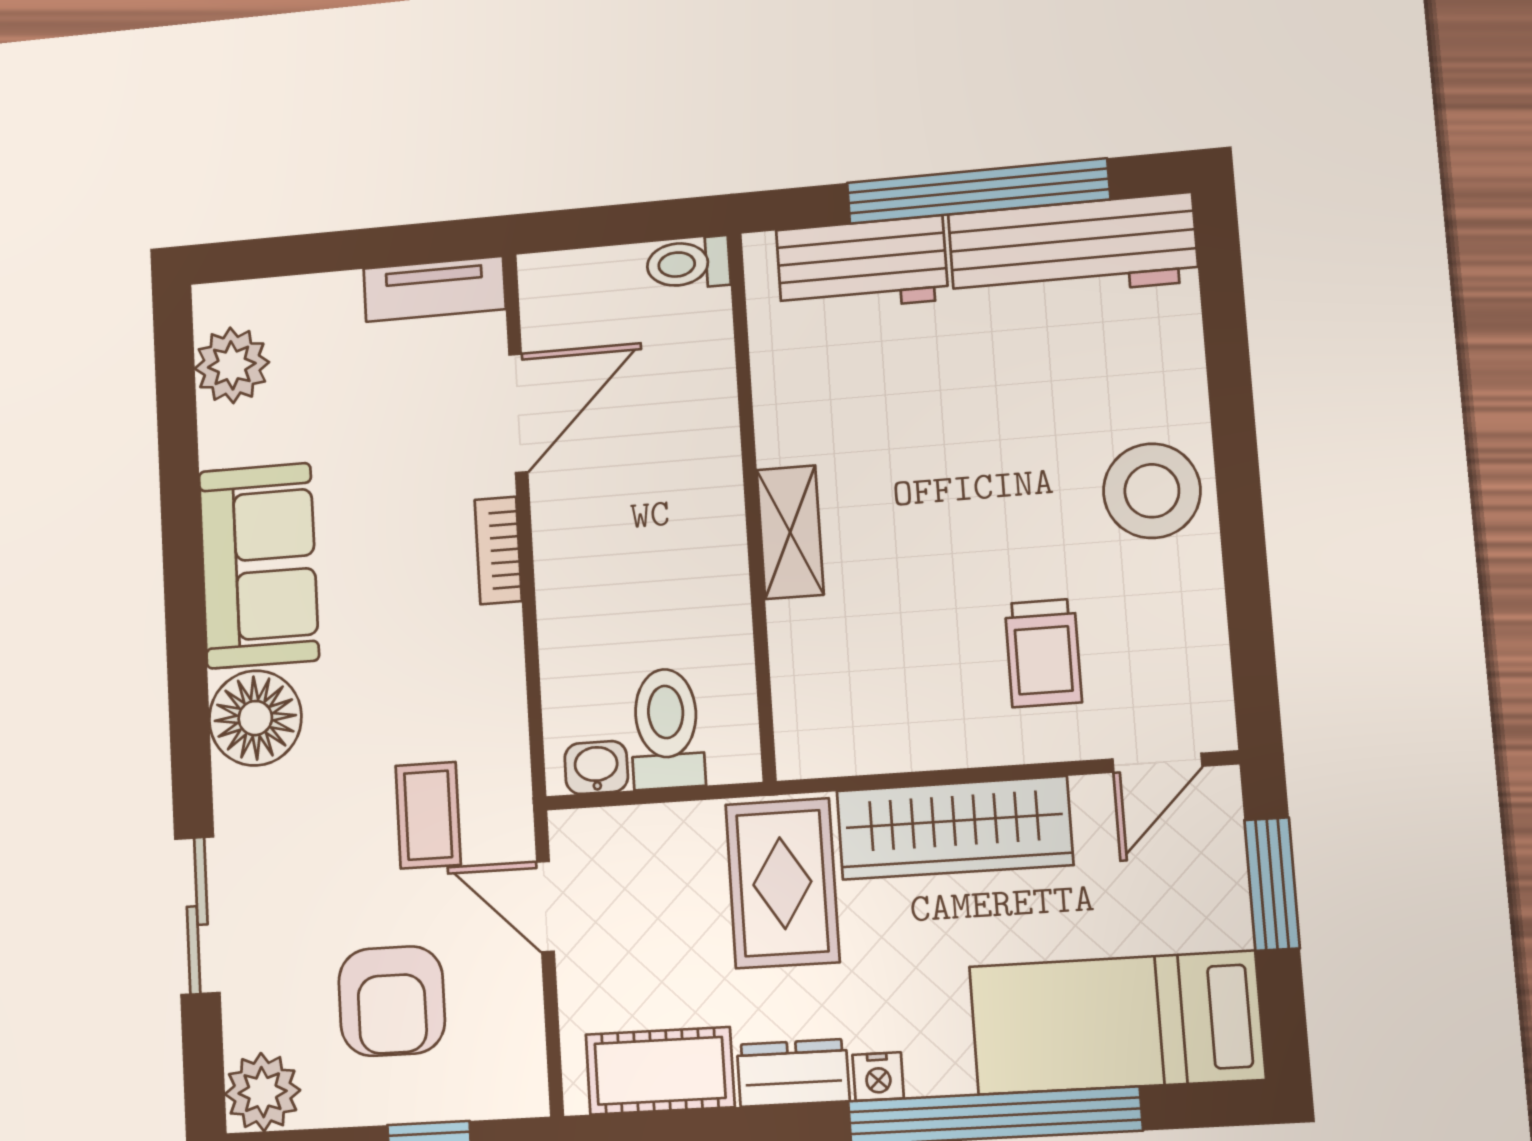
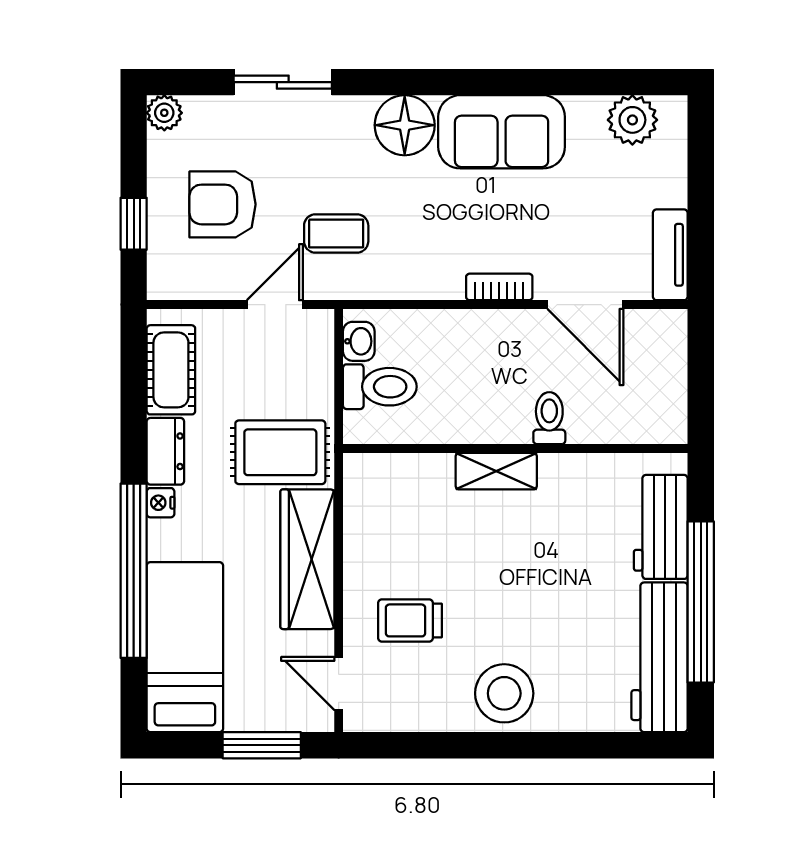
toilet: (688, 263) -> (549, 418), moved
plant: (263, 1092) -> (164, 113), width x0.73, depth x0.73

